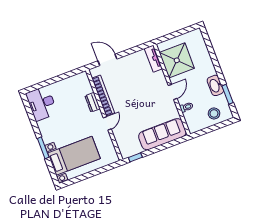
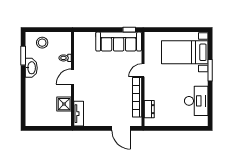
shower: (177, 60) -> (64, 104), width x0.54, depth x0.54
dresser: (93, 102) -> (149, 109), moved
desk: (42, 103) -> (196, 101), moved
sofa: (162, 134) -> (119, 42), moved

